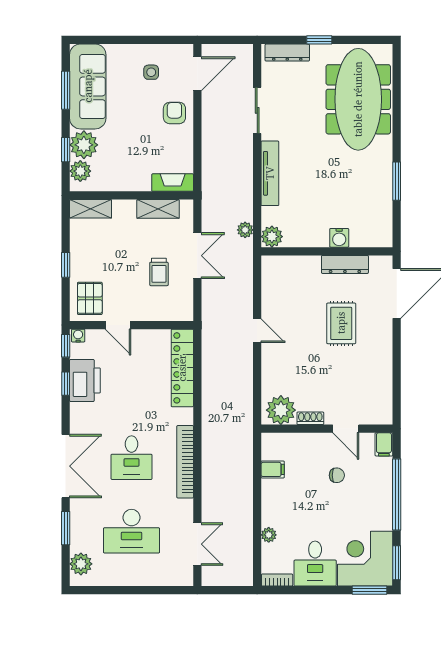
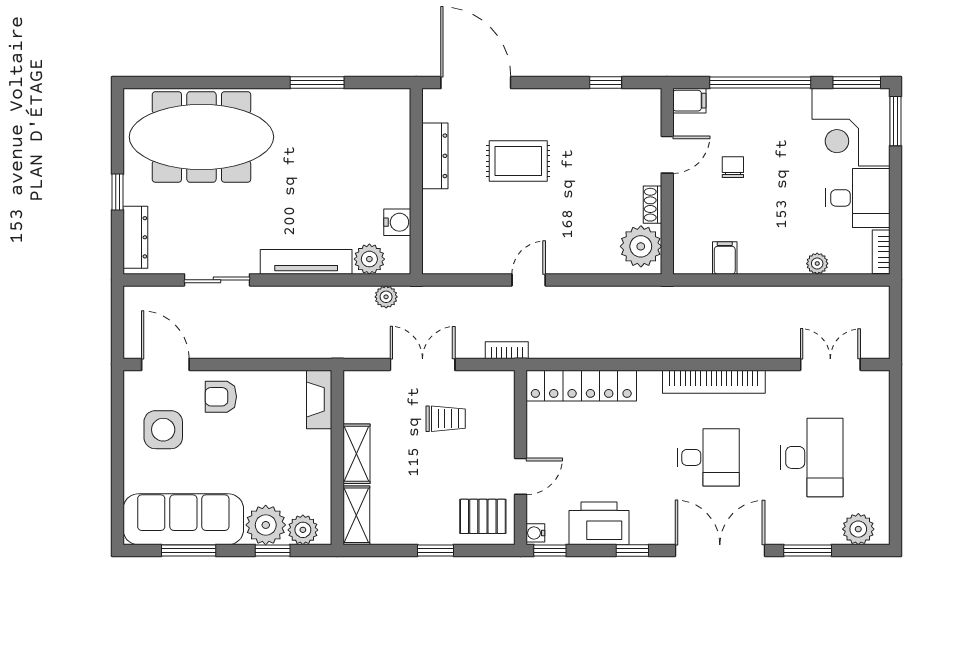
side table: (151, 72) -> (163, 430), width x1.87, depth x1.87
shelving: (158, 209) -> (356, 454), moved
plant: (272, 237) -> (369, 259), moved
water cooler: (339, 238) -> (397, 222), moved
bookcase: (207, 315) -> (507, 350), added
window: (66, 384) -> (632, 550), moved
window: (397, 385) -> (606, 83), added

